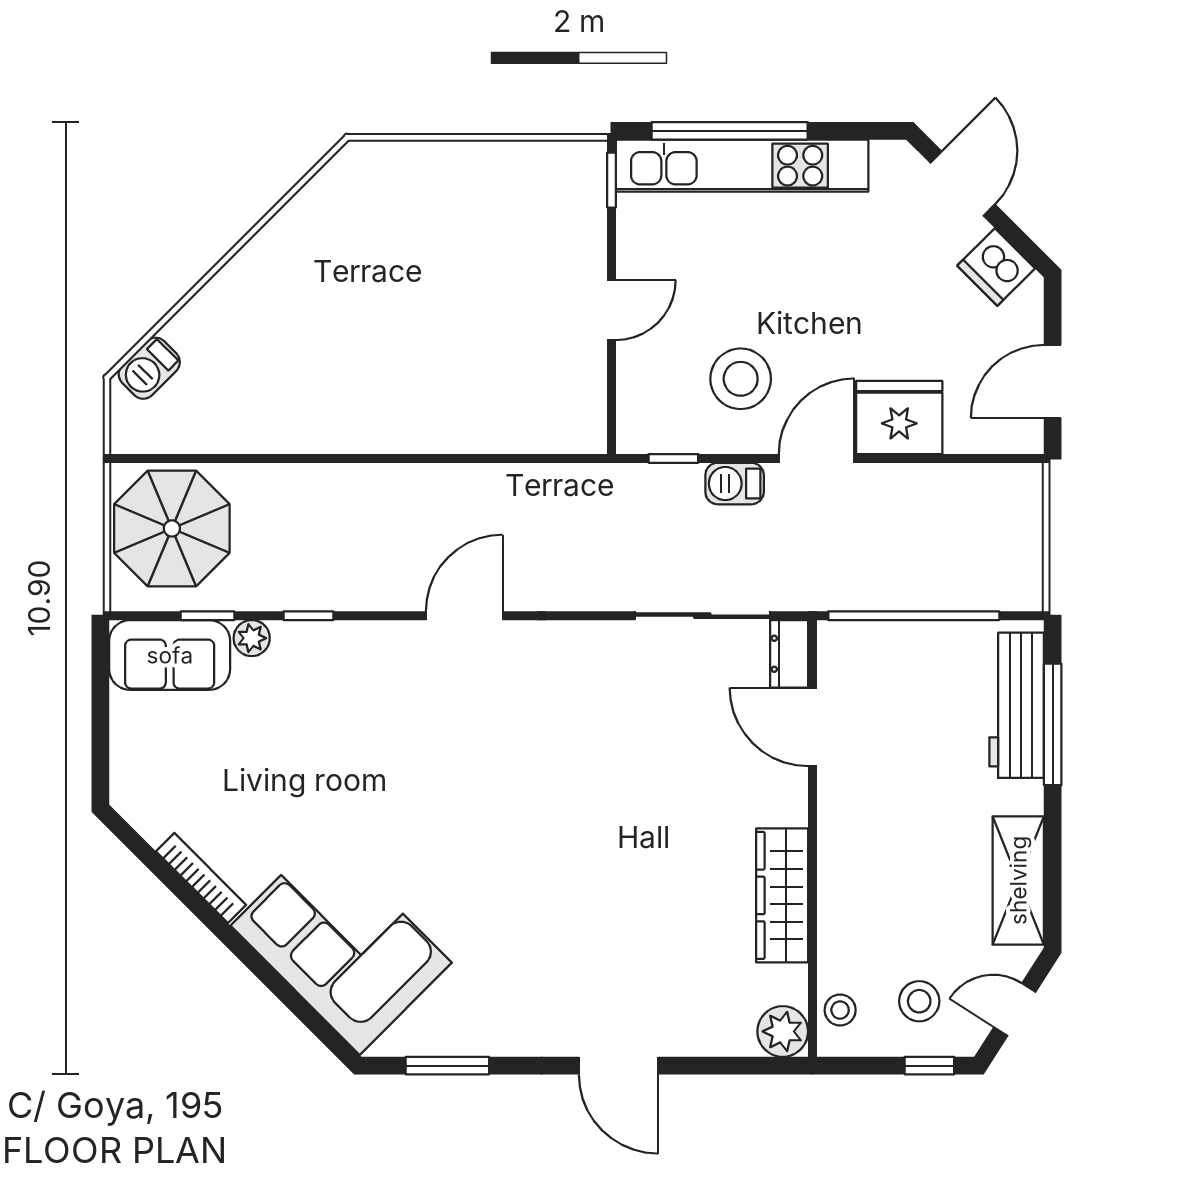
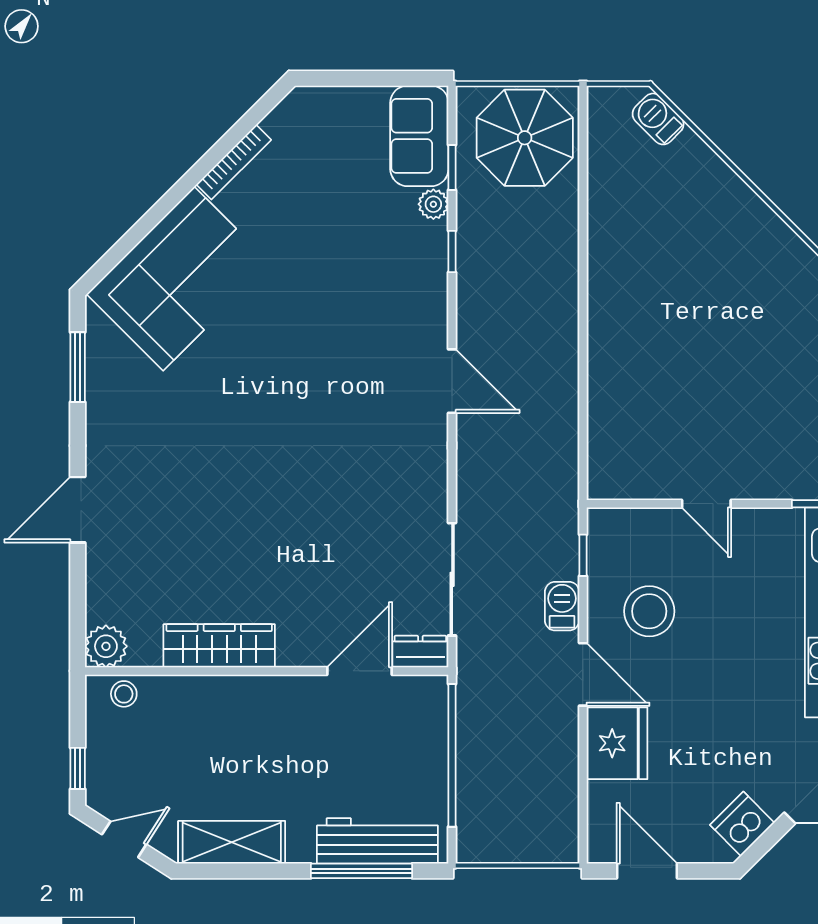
stool: (919, 1001) -> (131, 760), removed
door: (1015, 1010) -> (124, 839), hinge flipped

